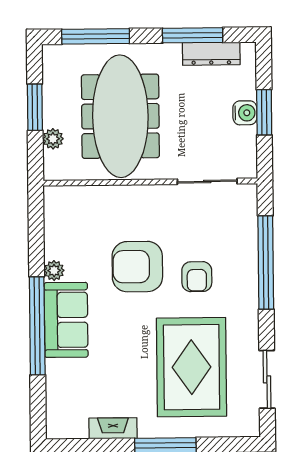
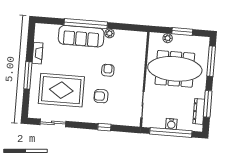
window: (264, 112) -> (171, 132), width x2.11
window: (266, 262) -> (104, 127), width x0.32
armchair: (137, 267) -> (108, 70), width x0.53, depth x0.53
sofa: (66, 320) -> (81, 36), width x1.36

